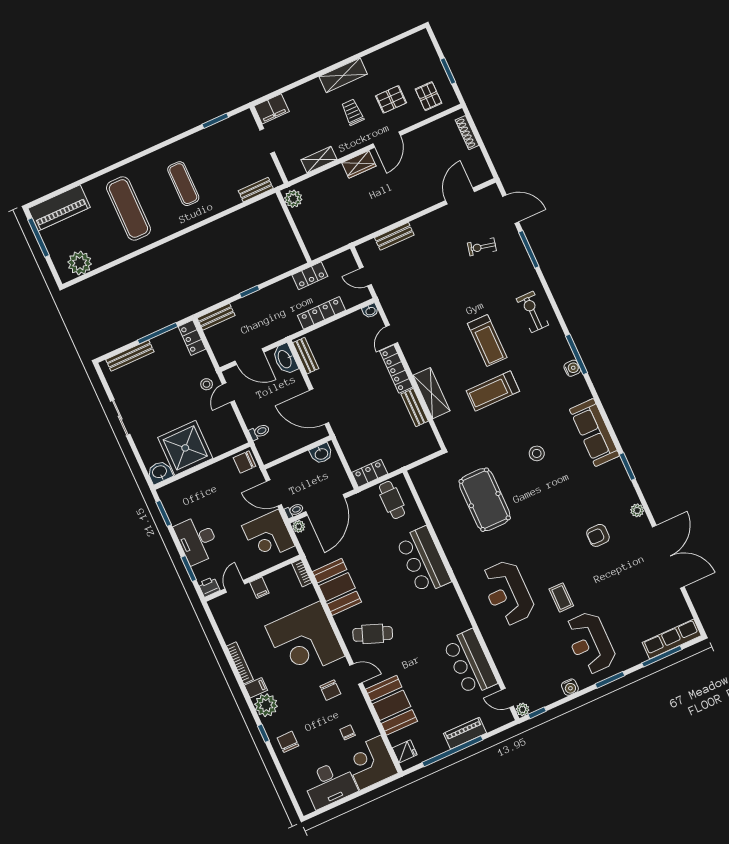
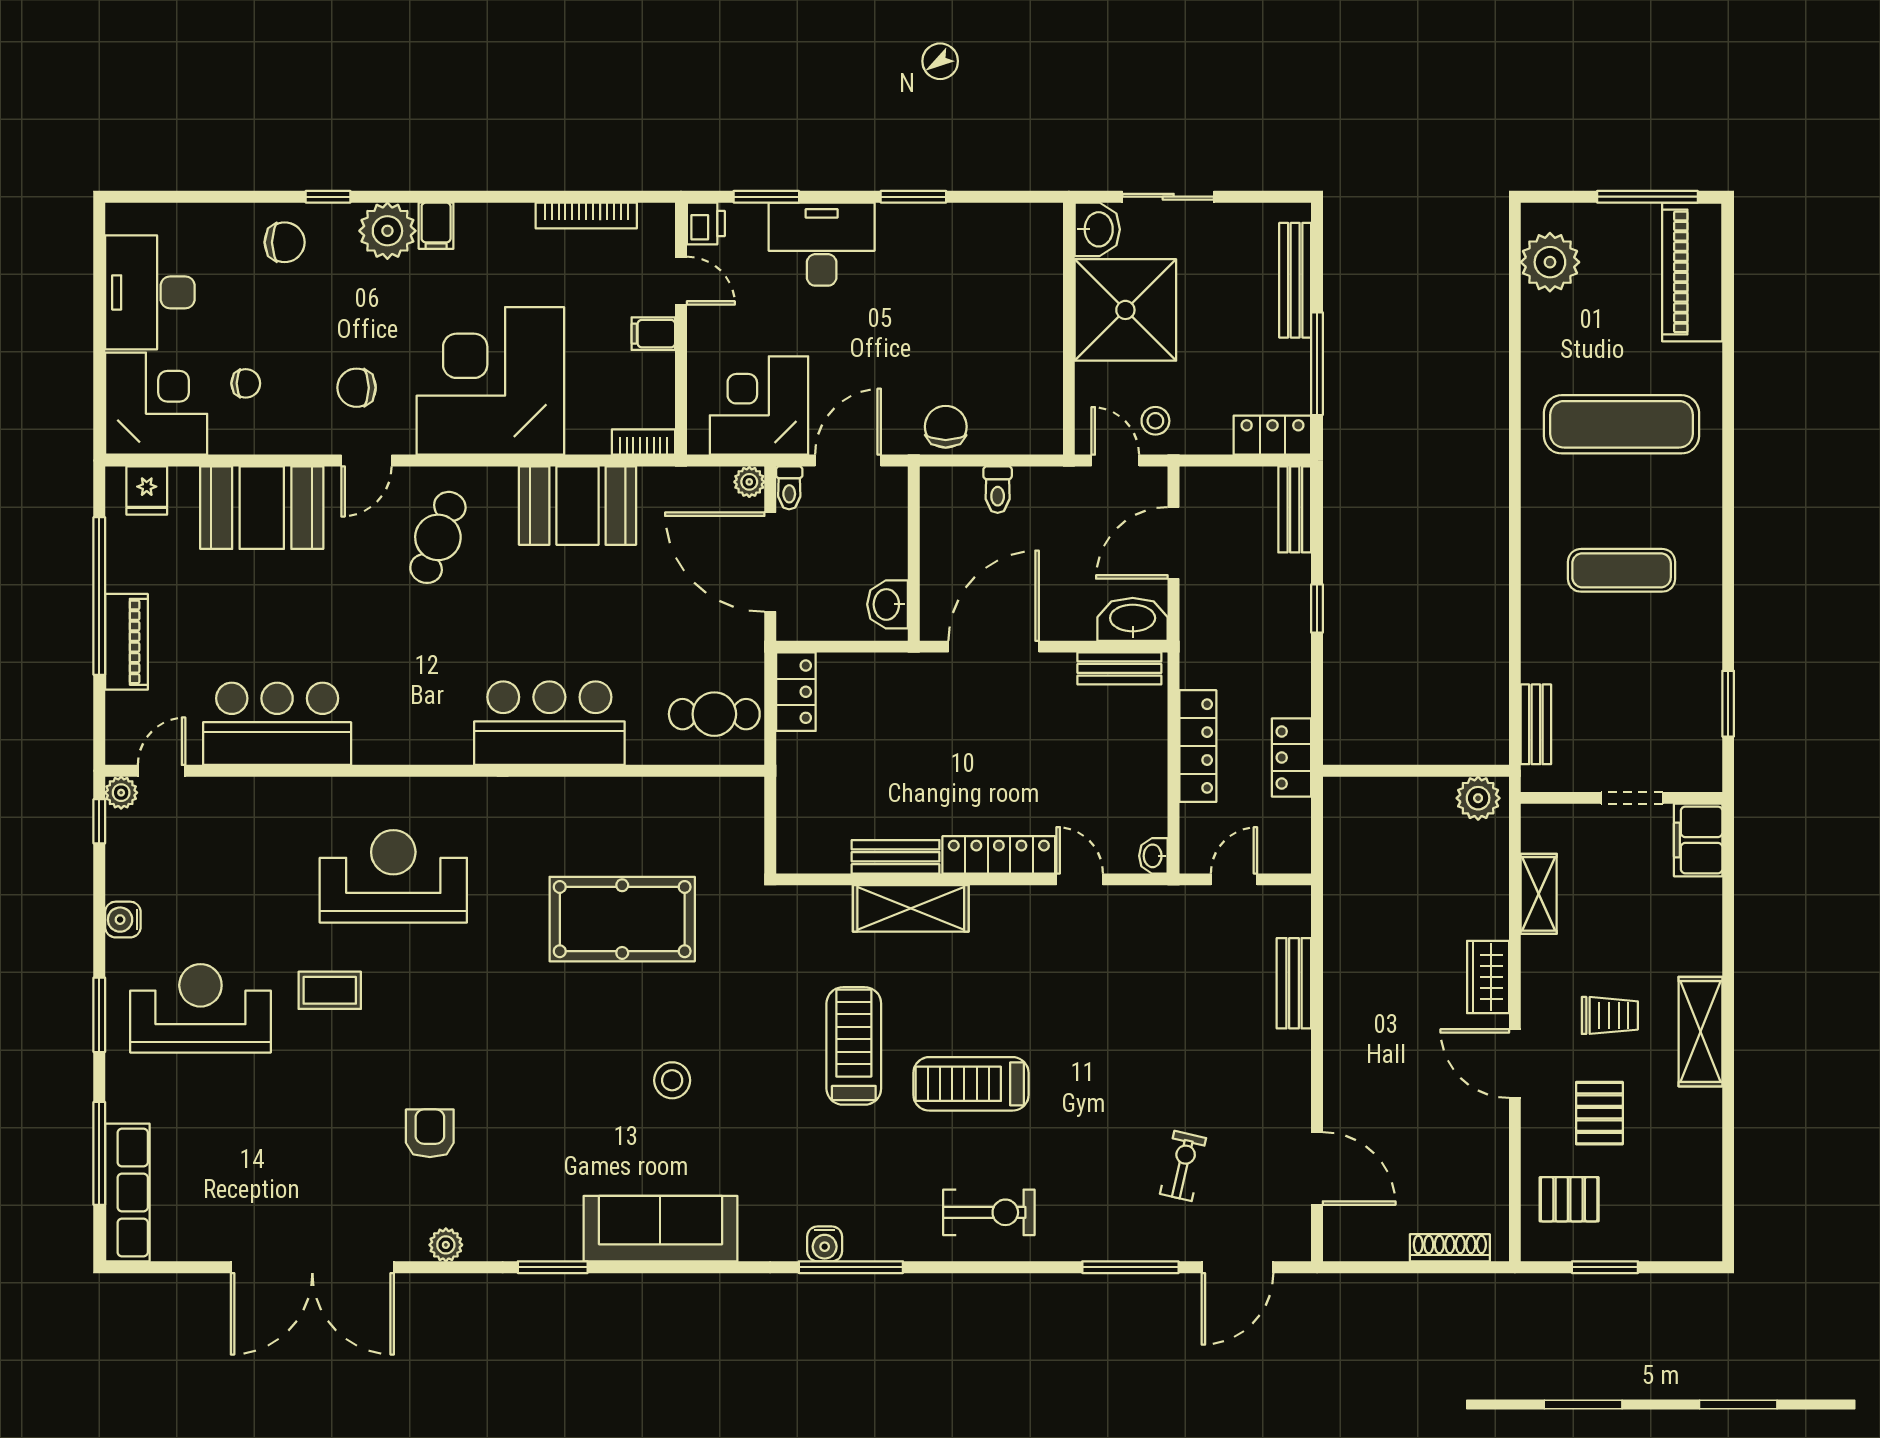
shower: (185, 448) -> (1125, 310), moved
wall: (202, 466) -> (1069, 329), moved
washbasin: (160, 472) -> (1097, 229), moved
bookcase: (240, 663) -> (586, 216), moved

